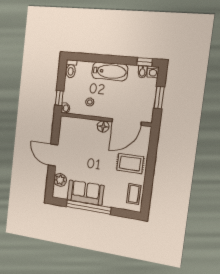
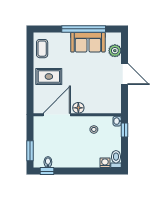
bathtub: (110, 71) -> (78, 160), removed
washing machine: (153, 72) -> (105, 163), moved
window: (159, 98) -> (30, 151), moved

